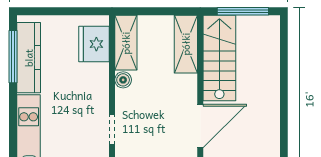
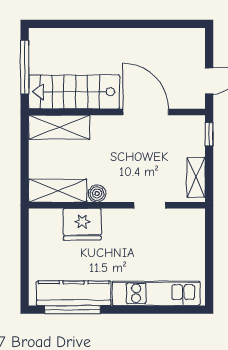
fridge: (94, 44) -> (82, 224), moved

